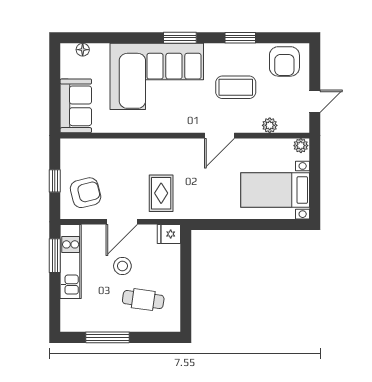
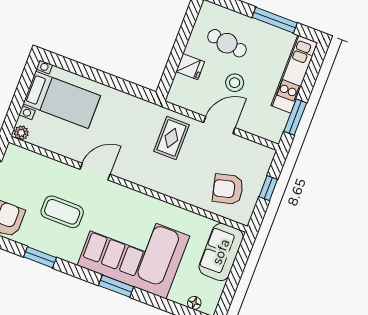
window: (180, 38) -> (116, 286), moved
plant: (270, 125) -> (44, 163), removed
armchair: (86, 193) -> (228, 189), moved
fridge: (169, 234) -> (190, 67), moved
kitchen unit: (71, 262) -> (294, 74), moved

